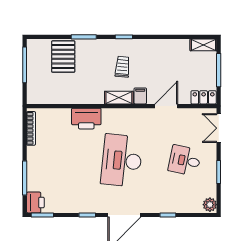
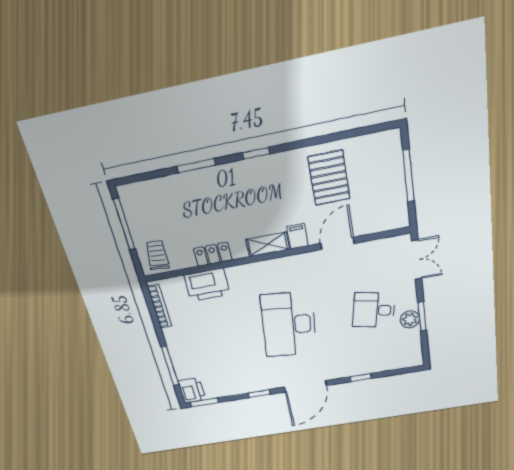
shelving: (203, 45) -> (381, 141), removed
pallet: (63, 57) -> (329, 178), moved
trolley: (122, 67) -> (157, 255), moved
locker: (204, 97) -> (213, 254), moved
printer: (86, 119) -> (207, 285), moved
double door: (219, 128) -> (417, 260), swing flipped
plant: (210, 205) -> (410, 319), moved

